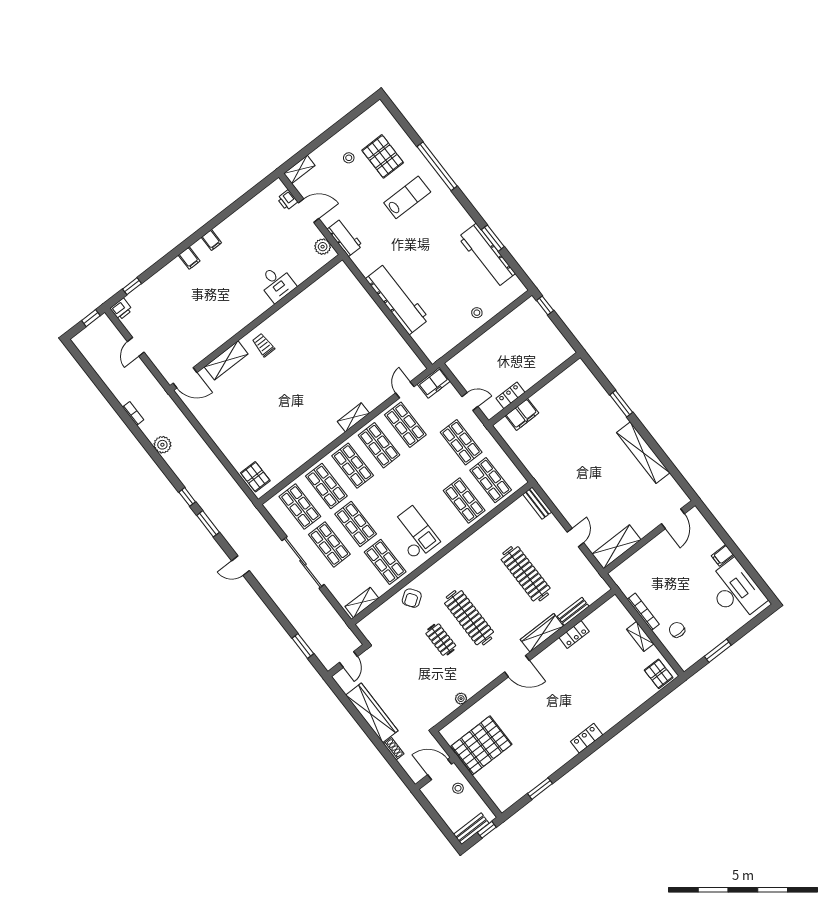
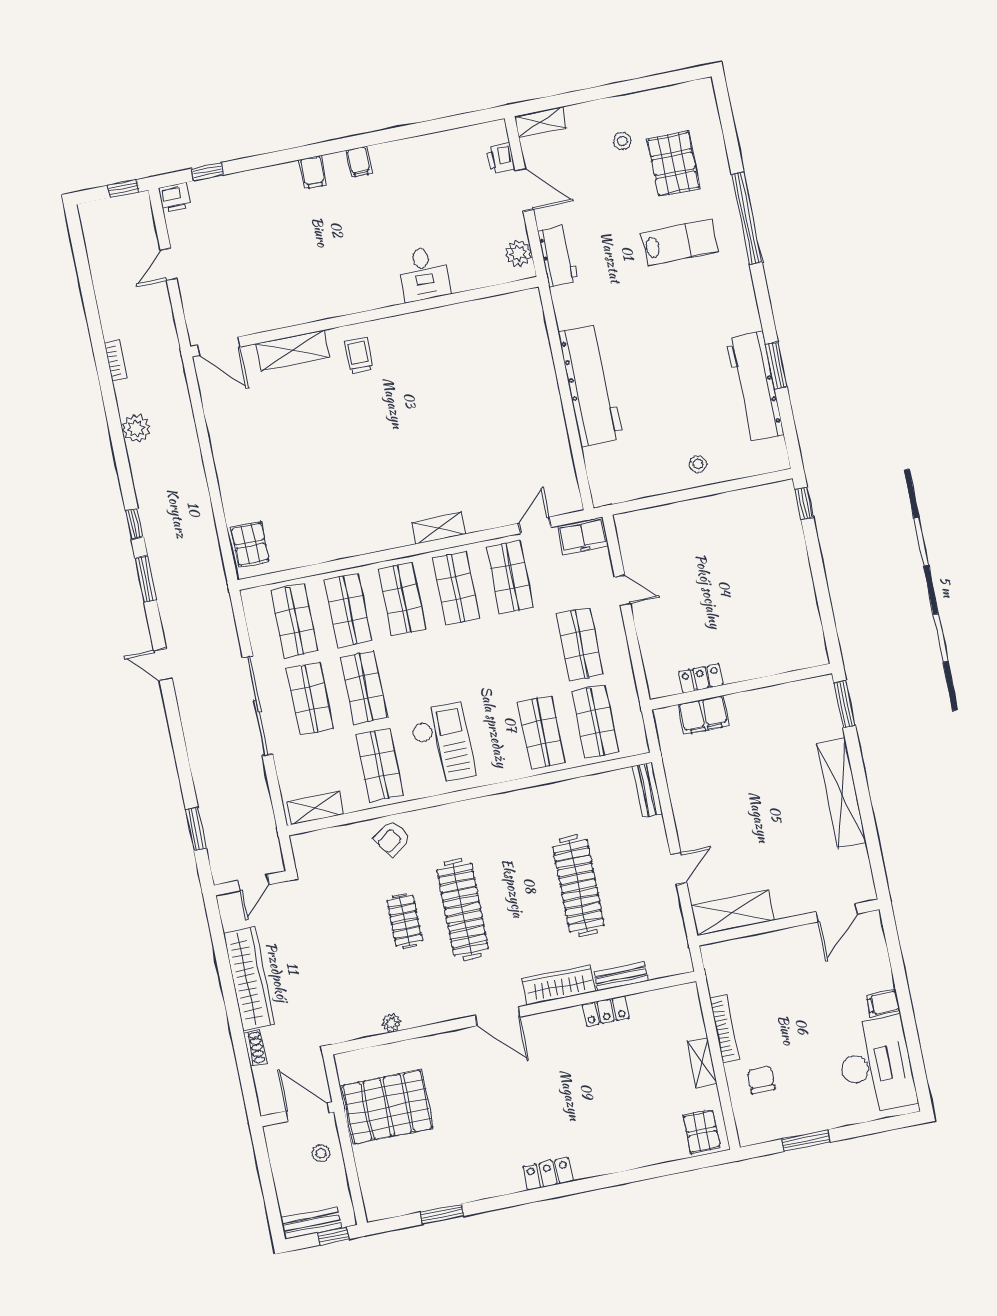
wall: (535, 389) -> (741, 687), moved
locker: (511, 395) -> (701, 678), moved
filing cabinet: (522, 414) -> (704, 715), moved

